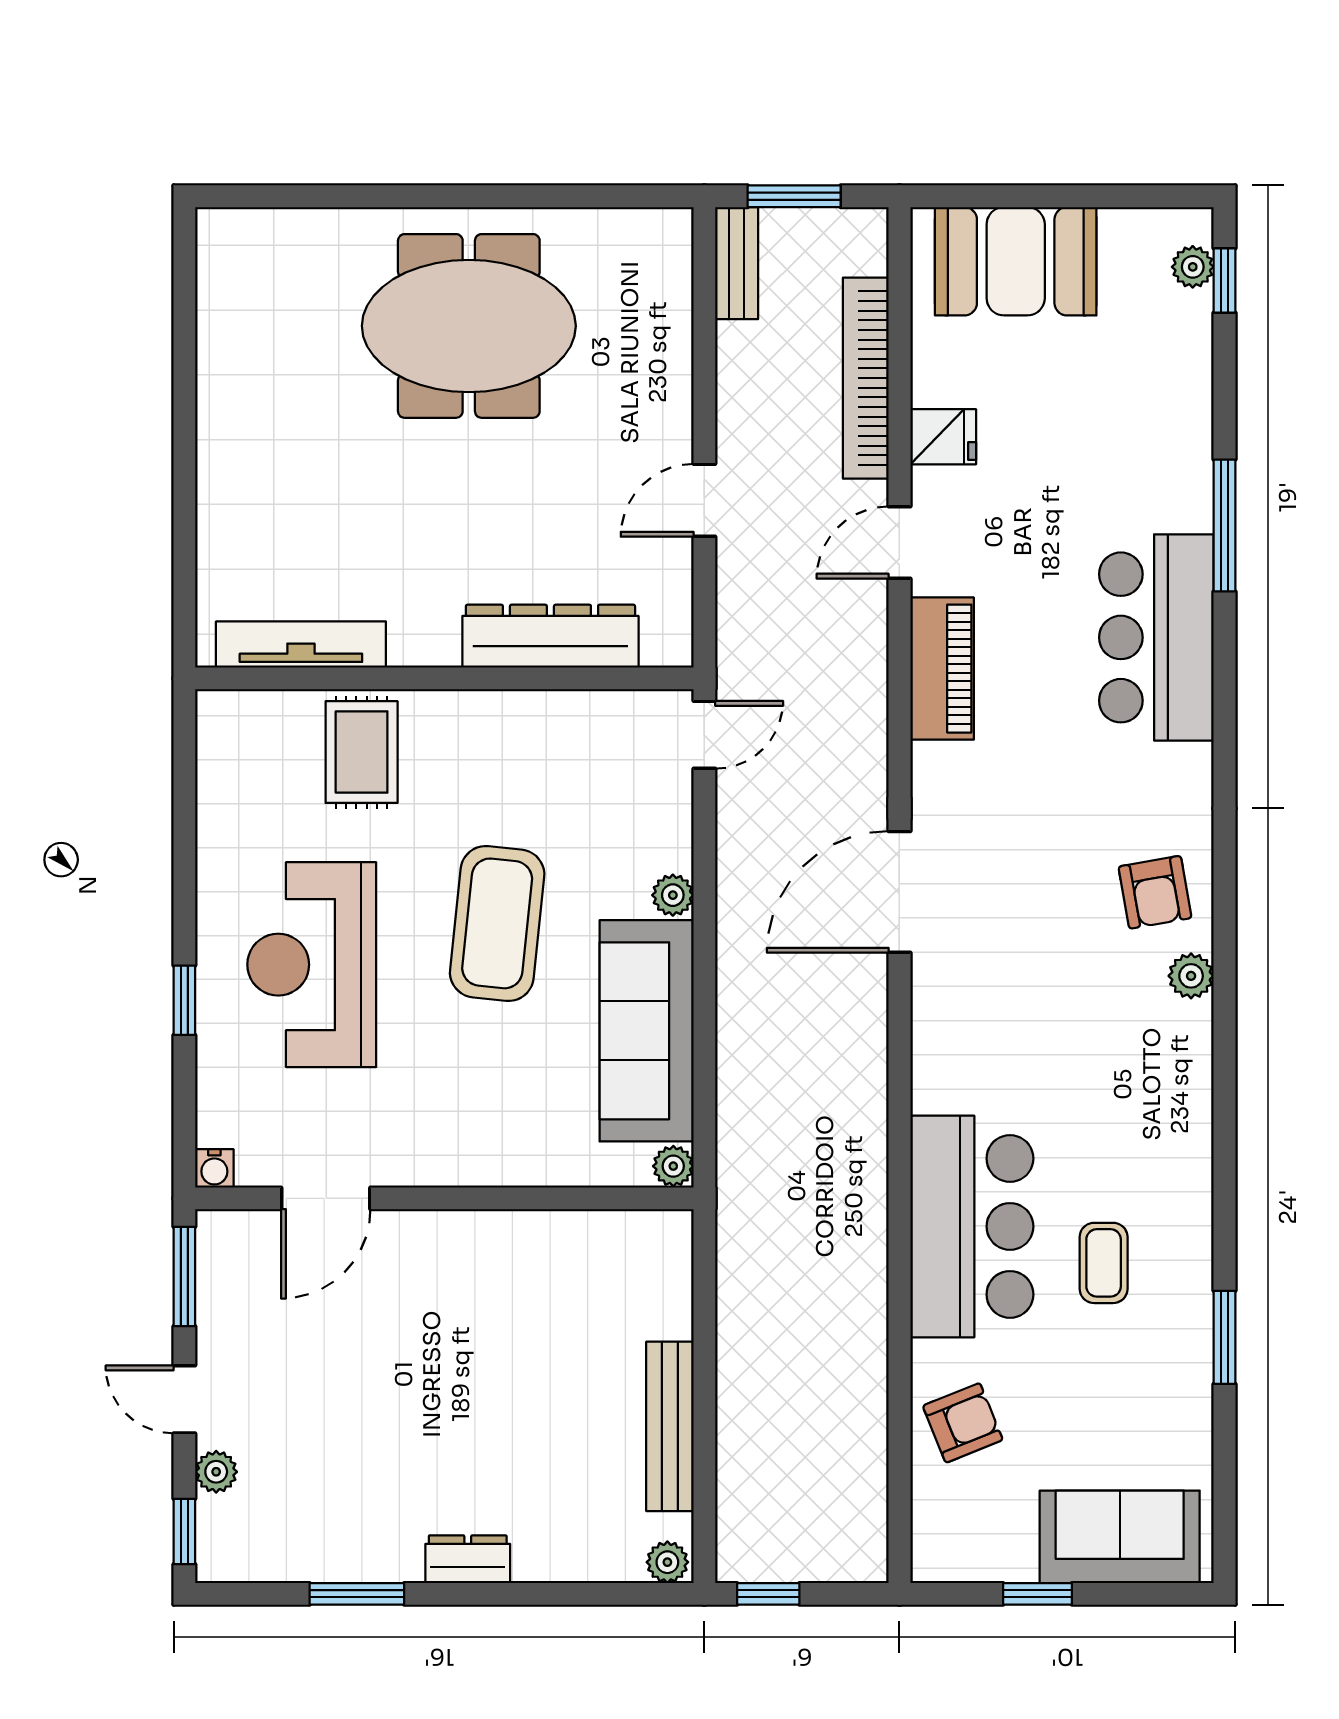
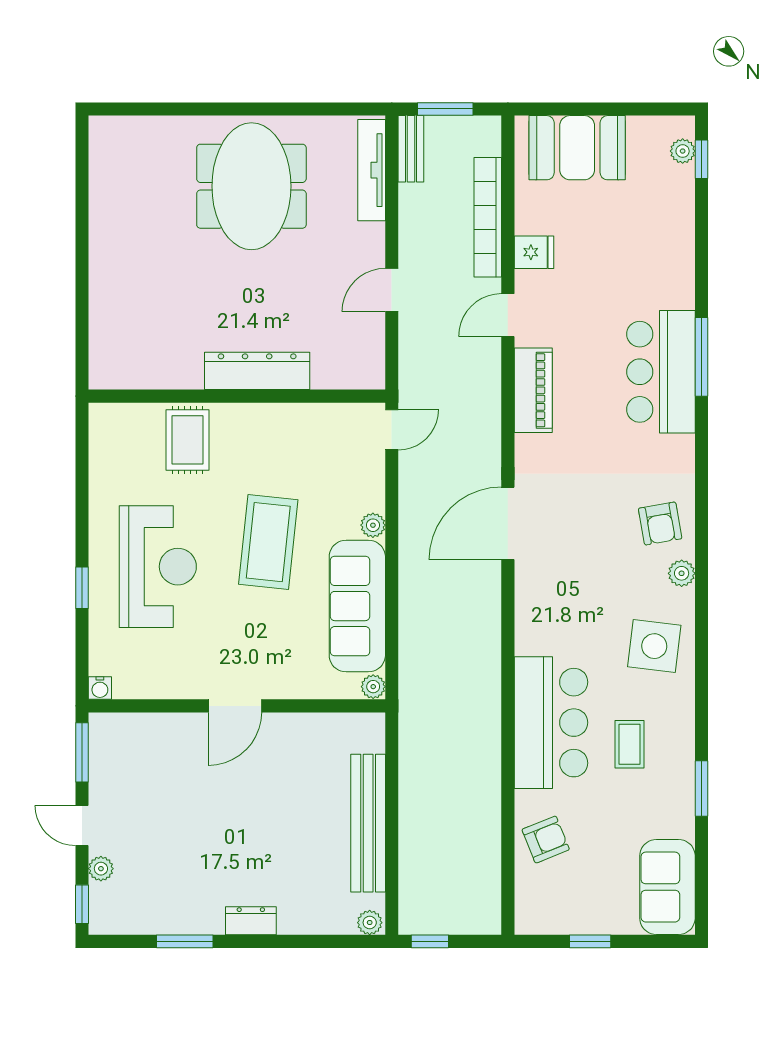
meeting table: (469, 326) -> (251, 186), turned 90
window: (1224, 525) -> (701, 357), moved
dresser: (550, 636) -> (257, 371), moved
tv unit: (301, 644) -> (372, 170), moved, turned -90
reception desk: (312, 965) -> (158, 567), turned 180
side table: (1145, 1098) -> (654, 646), added
door: (326, 1198) -> (235, 706), moved
bench: (670, 1426) -> (368, 823), width x1.37, depth x1.21
sofa: (1120, 1537) -> (667, 887), moved, turned -90

